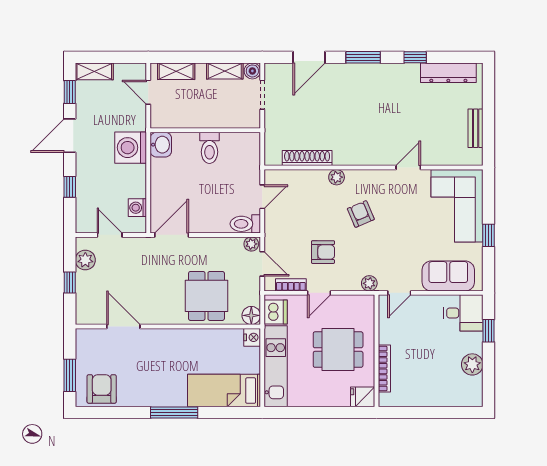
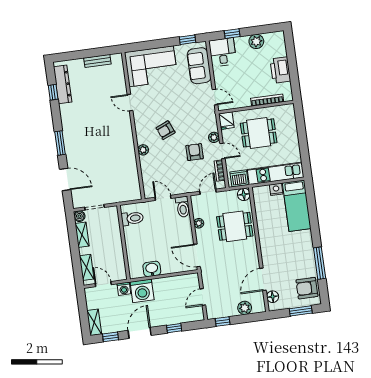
window: (415, 57) -> (53, 92), moved
door: (148, 92) -> (103, 284), swing flipped
door: (70, 136) -> (140, 333), swing flipped
washbasin: (161, 145) -> (152, 269), moved
toilet: (209, 148) -> (132, 218), moved
shoe rack: (307, 158) -> (133, 171), removed
washing machine: (137, 208) -> (124, 289), moved
window: (489, 235) -> (188, 40), moved
plant: (251, 244) -> (199, 223), moved
plant: (85, 260) -> (245, 308), moved
window: (70, 283) -> (223, 322), moved
plant: (369, 283) -> (214, 137), moved
floor lamp: (96, 337) -> (273, 297), added
nightstand: (252, 337) -> (276, 189), moved
dining table: (338, 350) -> (259, 133), turned 90
printer: (426, 394) -> (280, 70), added
fridge: (363, 397) -> (226, 121), moved
window: (174, 413) -> (320, 263), moved

